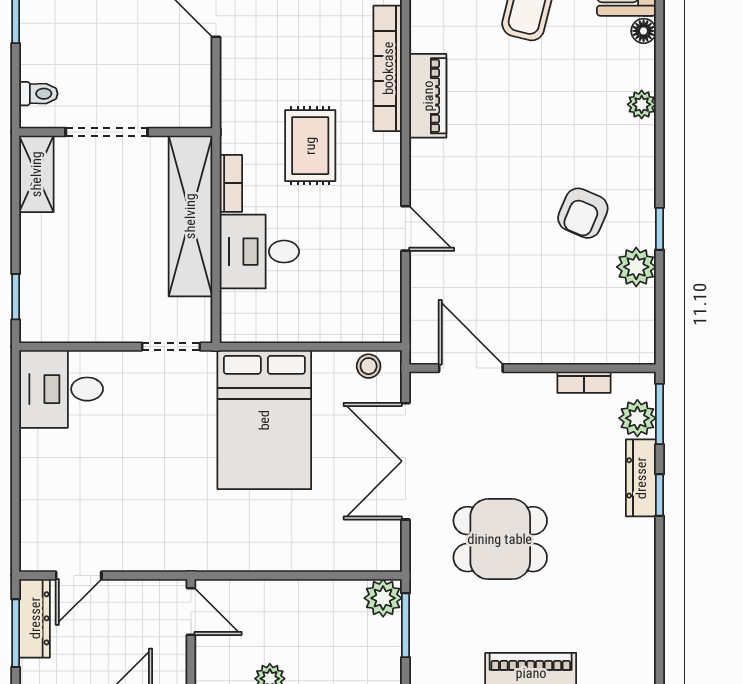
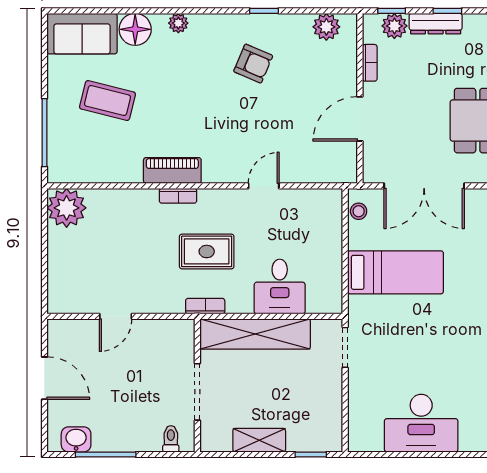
floor lamp: (644, 31) -> (135, 29), width x1.89, depth x1.89
bookcase: (388, 68) -> (178, 196), width x0.43, depth x0.76
shelving: (36, 174) -> (259, 440), moved
bookcase: (231, 183) -> (205, 306), moved
plant: (636, 267) -> (326, 27), moved
door: (471, 368) -> (360, 119), moved
desk: (61, 389) -> (421, 423), moved, width x1.37
window: (659, 414) -> (392, 11), width x0.67
bed: (264, 420) -> (396, 272), width x0.67

